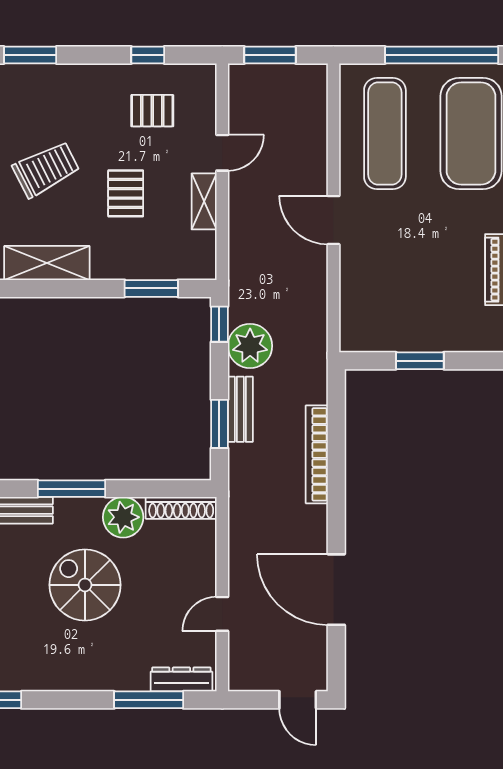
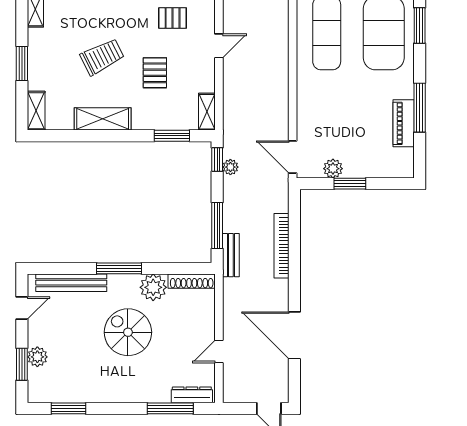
shelving: (204, 201) -> (207, 112), moved
door: (333, 220) -> (293, 157), moved
plant: (394, 338) -> (333, 169), added
plant: (250, 346) -> (230, 167), width x0.53, depth x0.53
bench: (240, 409) -> (231, 255), moved
window: (219, 424) -> (217, 225), width x1.44

